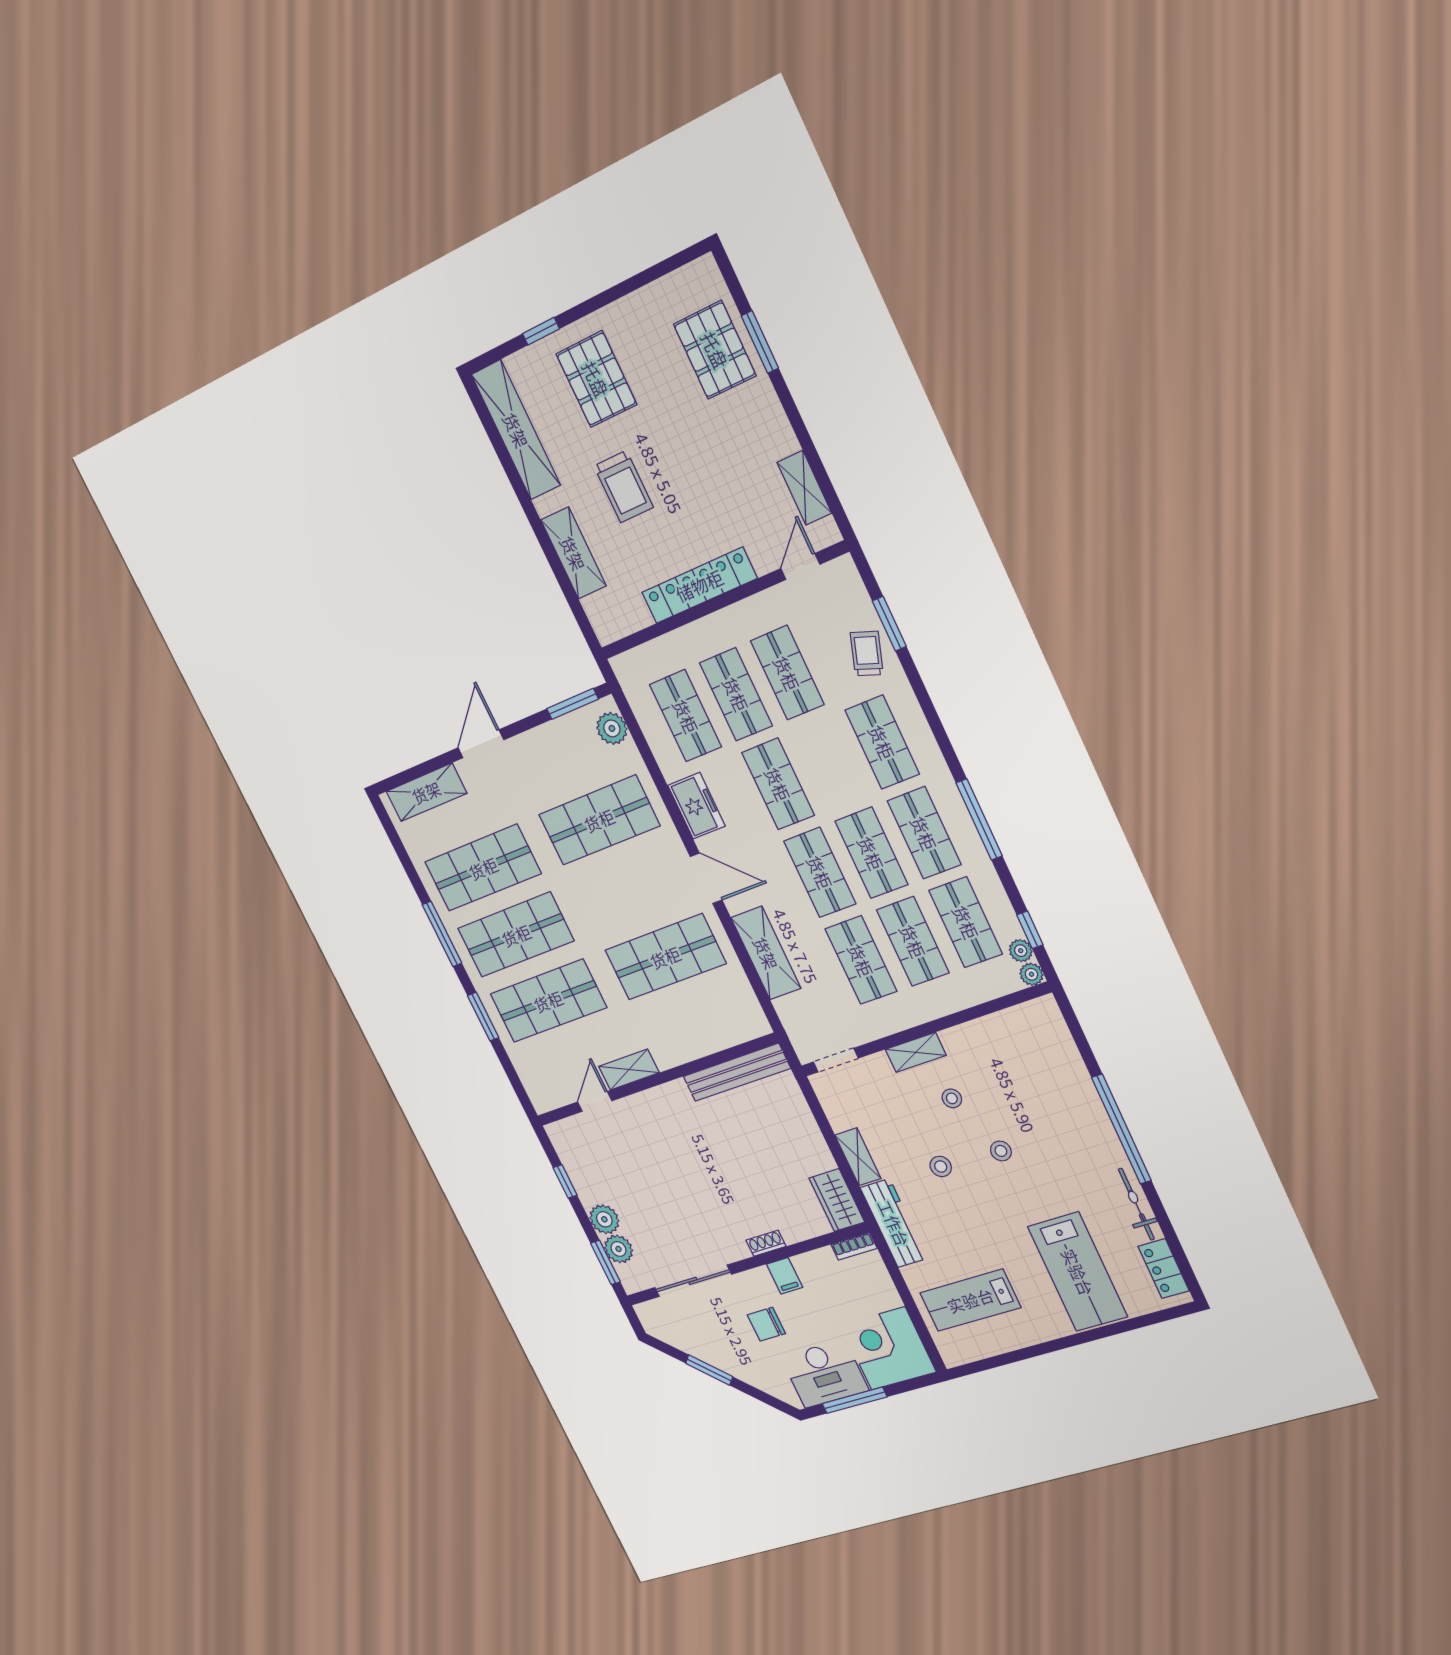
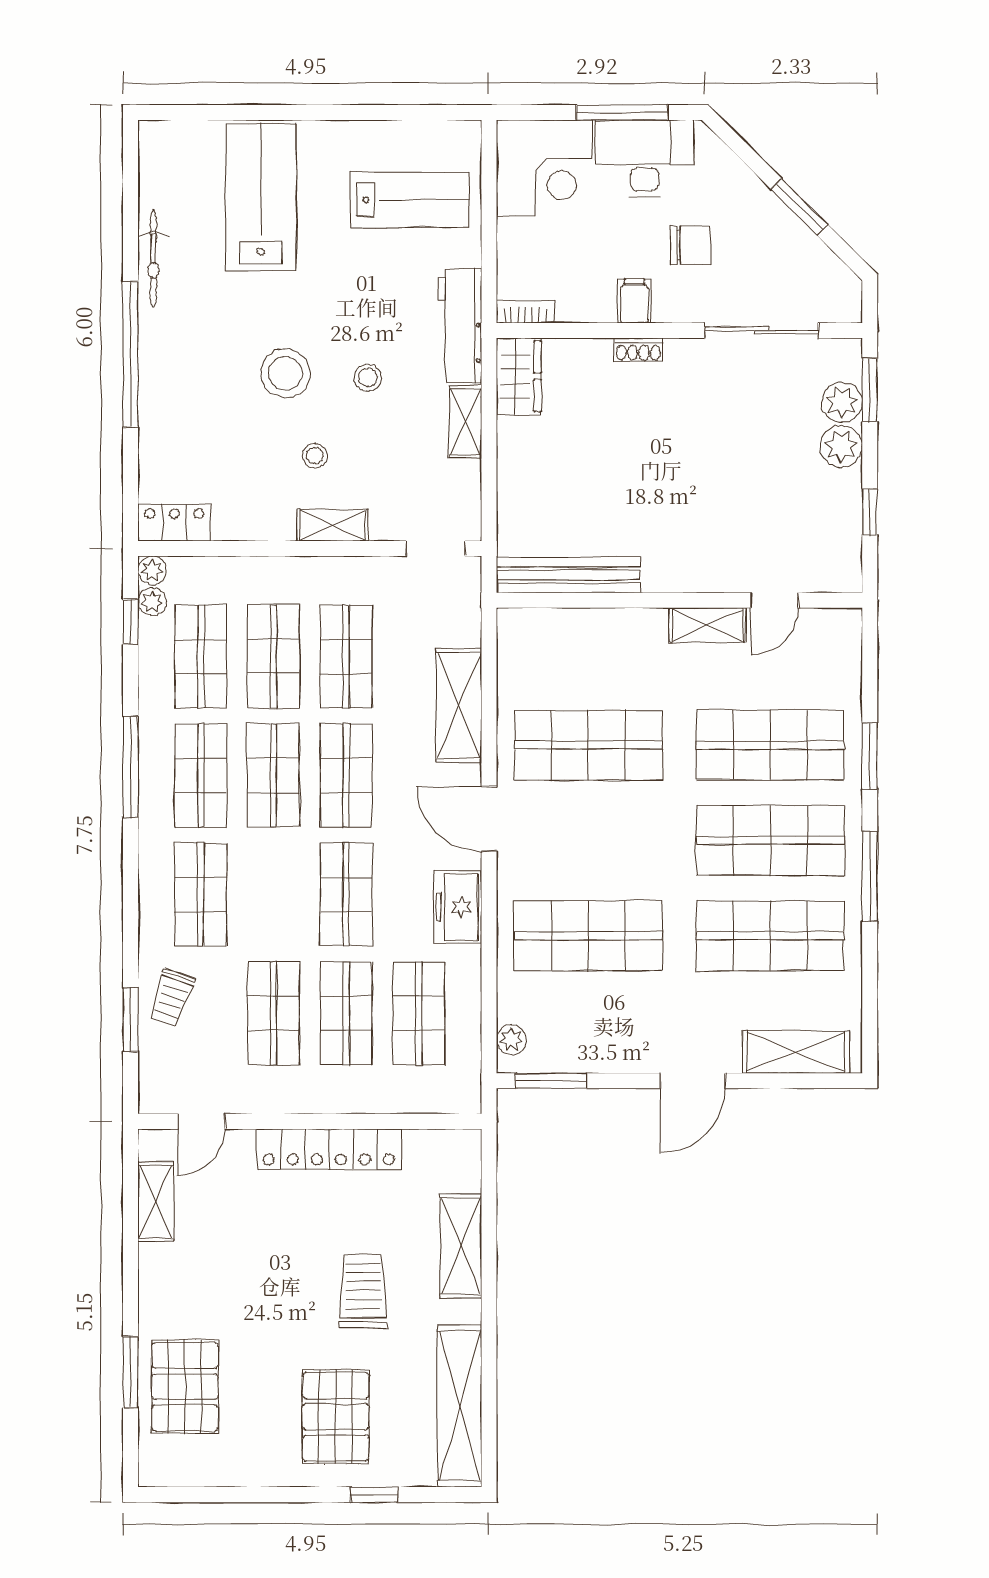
plant: (612, 728) -> (511, 1040), width x0.73, depth x0.73
stool: (1001, 1151) -> (285, 373), width x1.89, depth x1.89
locker: (1164, 1269) -> (174, 523), moved, turned -90

